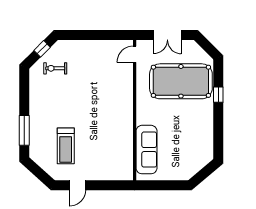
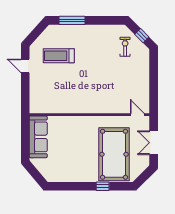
sofa: (146, 150) -> (38, 137), moved, turned -90

